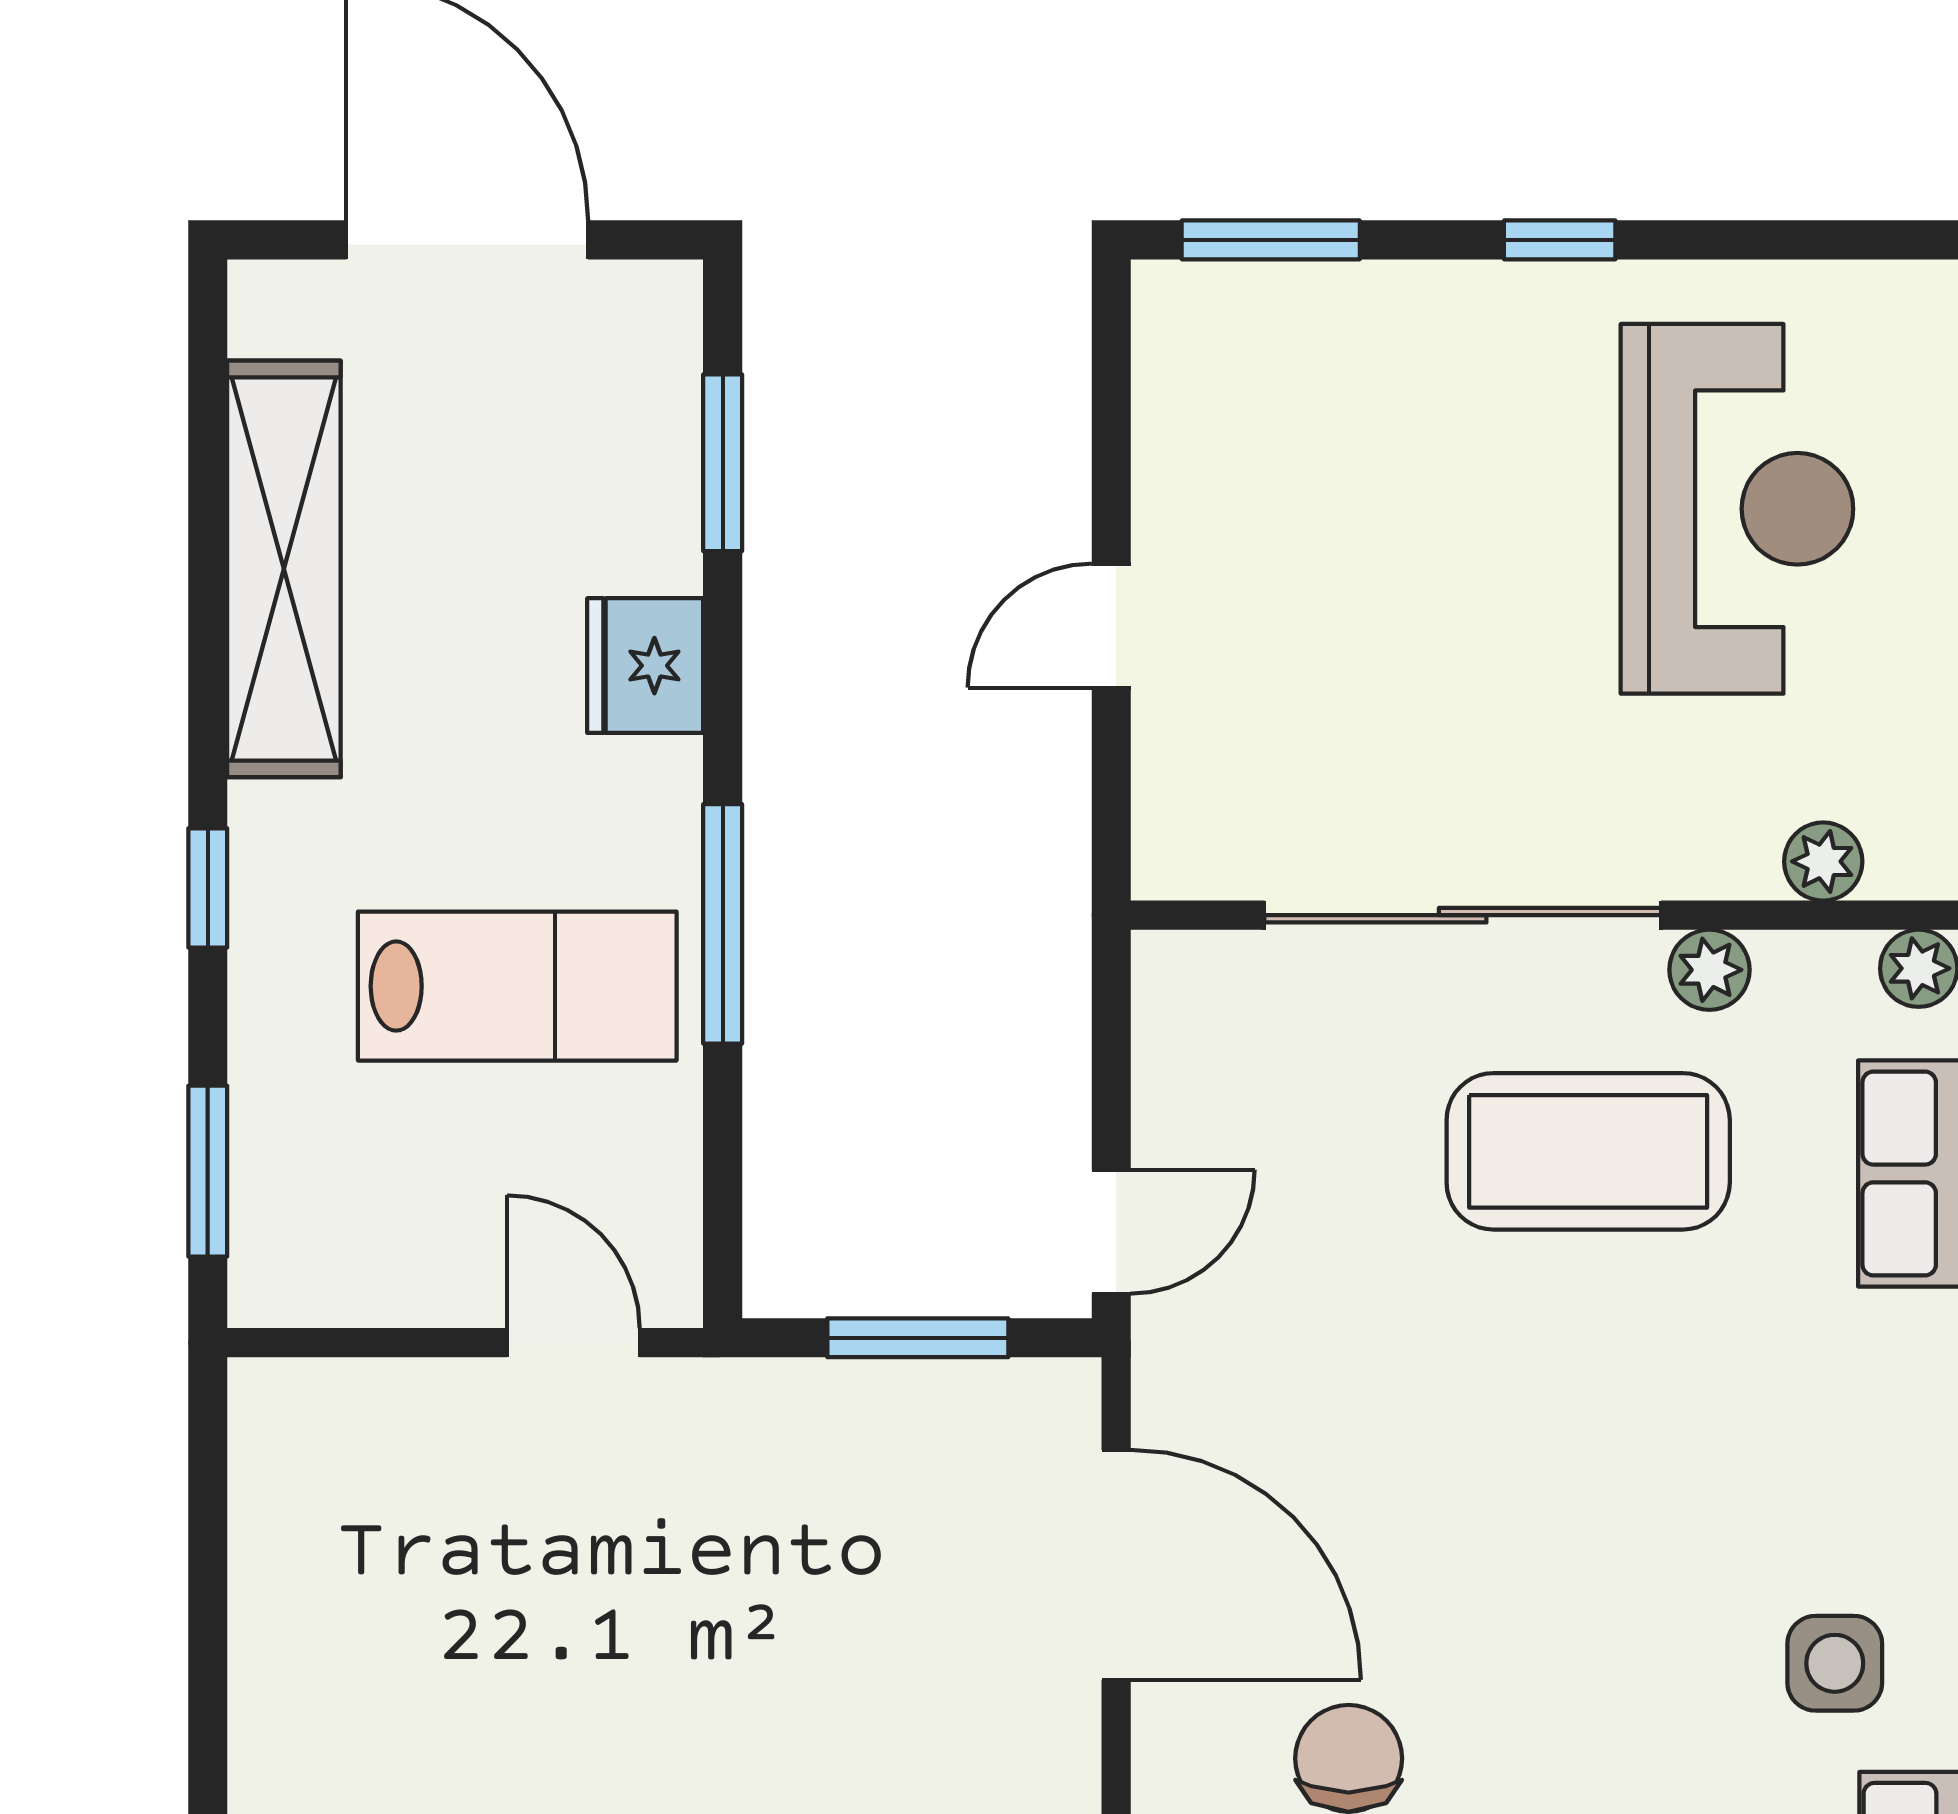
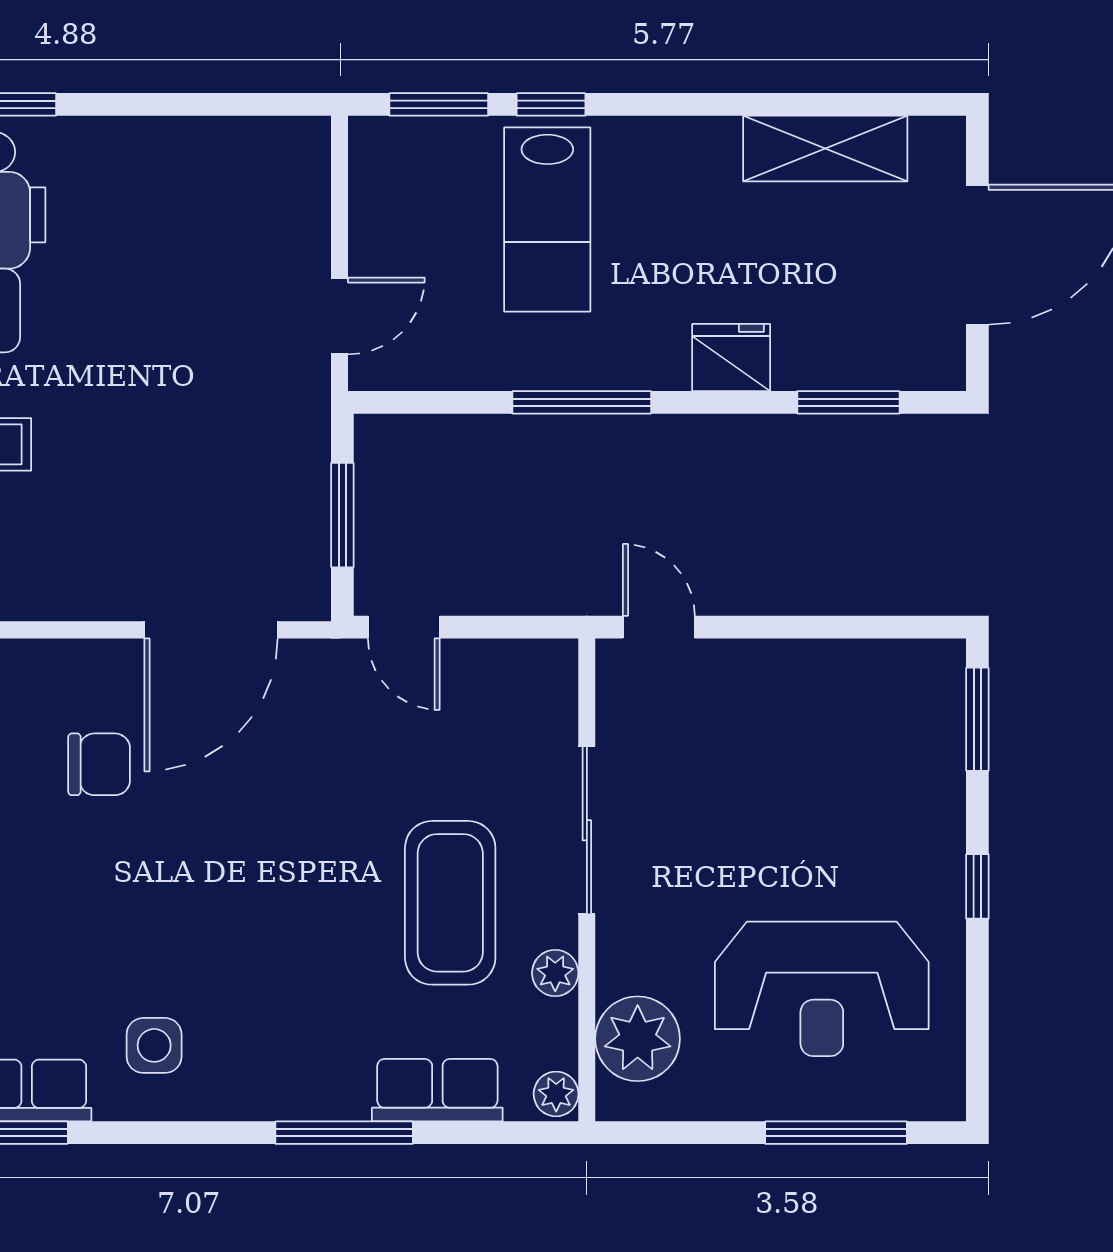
shelving: (284, 569) -> (825, 149), width x0.68
door: (1111, 626) -> (659, 627), moved
plant: (1823, 861) -> (638, 1039), width x1.88, depth x1.88
window: (208, 888) -> (551, 104), moved
sliding door: (1463, 915) -> (587, 830), width x0.73
lab bench: (517, 986) -> (547, 219), moved

